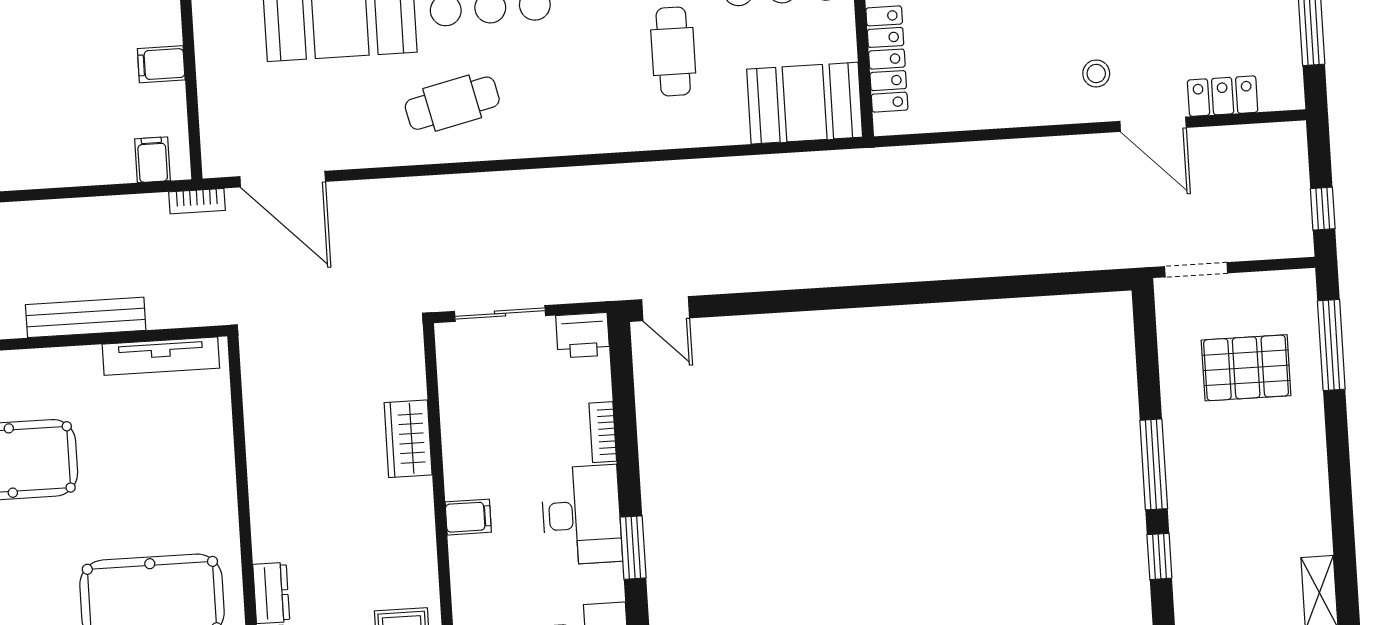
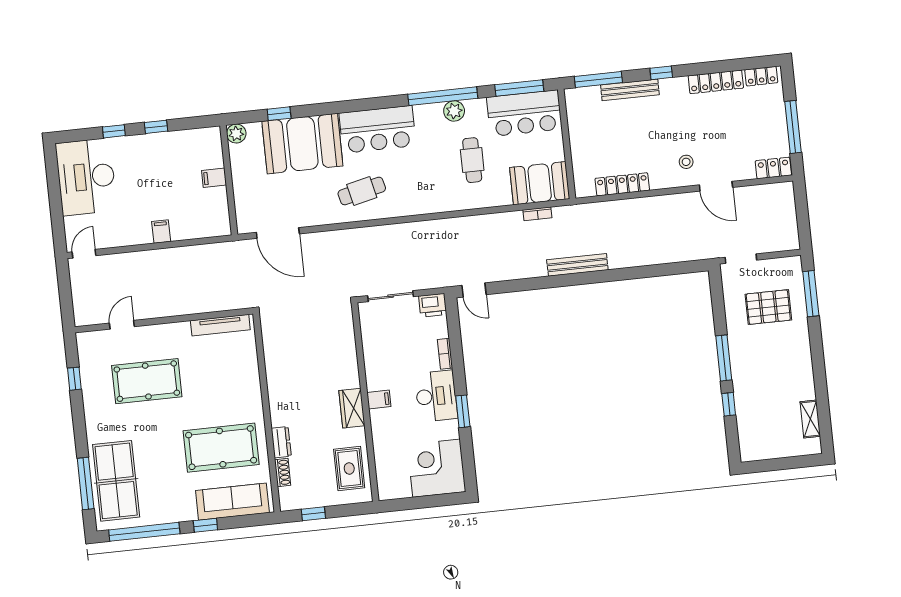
locker: (887, 59) -> (622, 184), moved, turned -90
locker: (1223, 96) -> (773, 168), moved
filing cabinet: (152, 160) -> (161, 232), moved
bookcase: (197, 201) -> (537, 214), moved
window: (1323, 209) -> (803, 225), removed
bench: (86, 317) -> (577, 265), moved
wardrobe: (408, 439) -> (352, 408), moved

